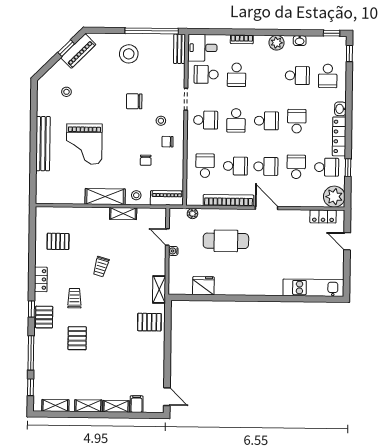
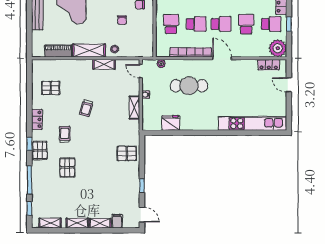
piano: (167, 198) -> (58, 51), moved
door: (167, 237) -> (141, 71), moved
kitchen unit: (313, 288) -> (252, 123), width x1.36
shelving: (159, 289) -> (134, 108), moved
window: (167, 362) -> (142, 186), added

